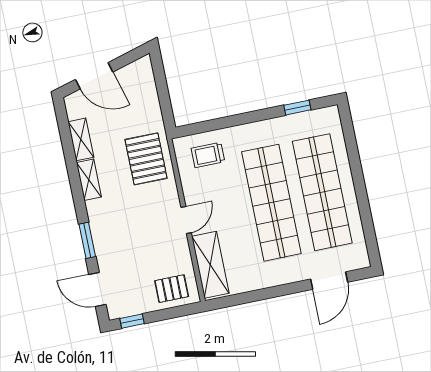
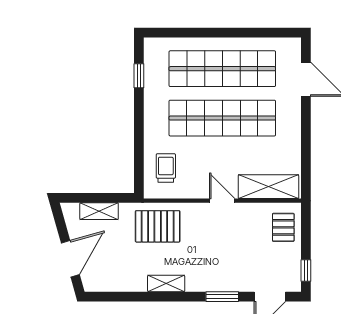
shelving: (81, 139) -> (99, 211), moved
trolley: (208, 155) -> (166, 168), turned 180

